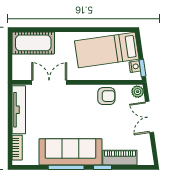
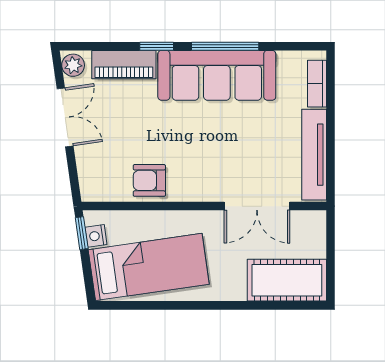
plant: (138, 92) -> (73, 65), moved
double door: (149, 117) -> (65, 117), moved

